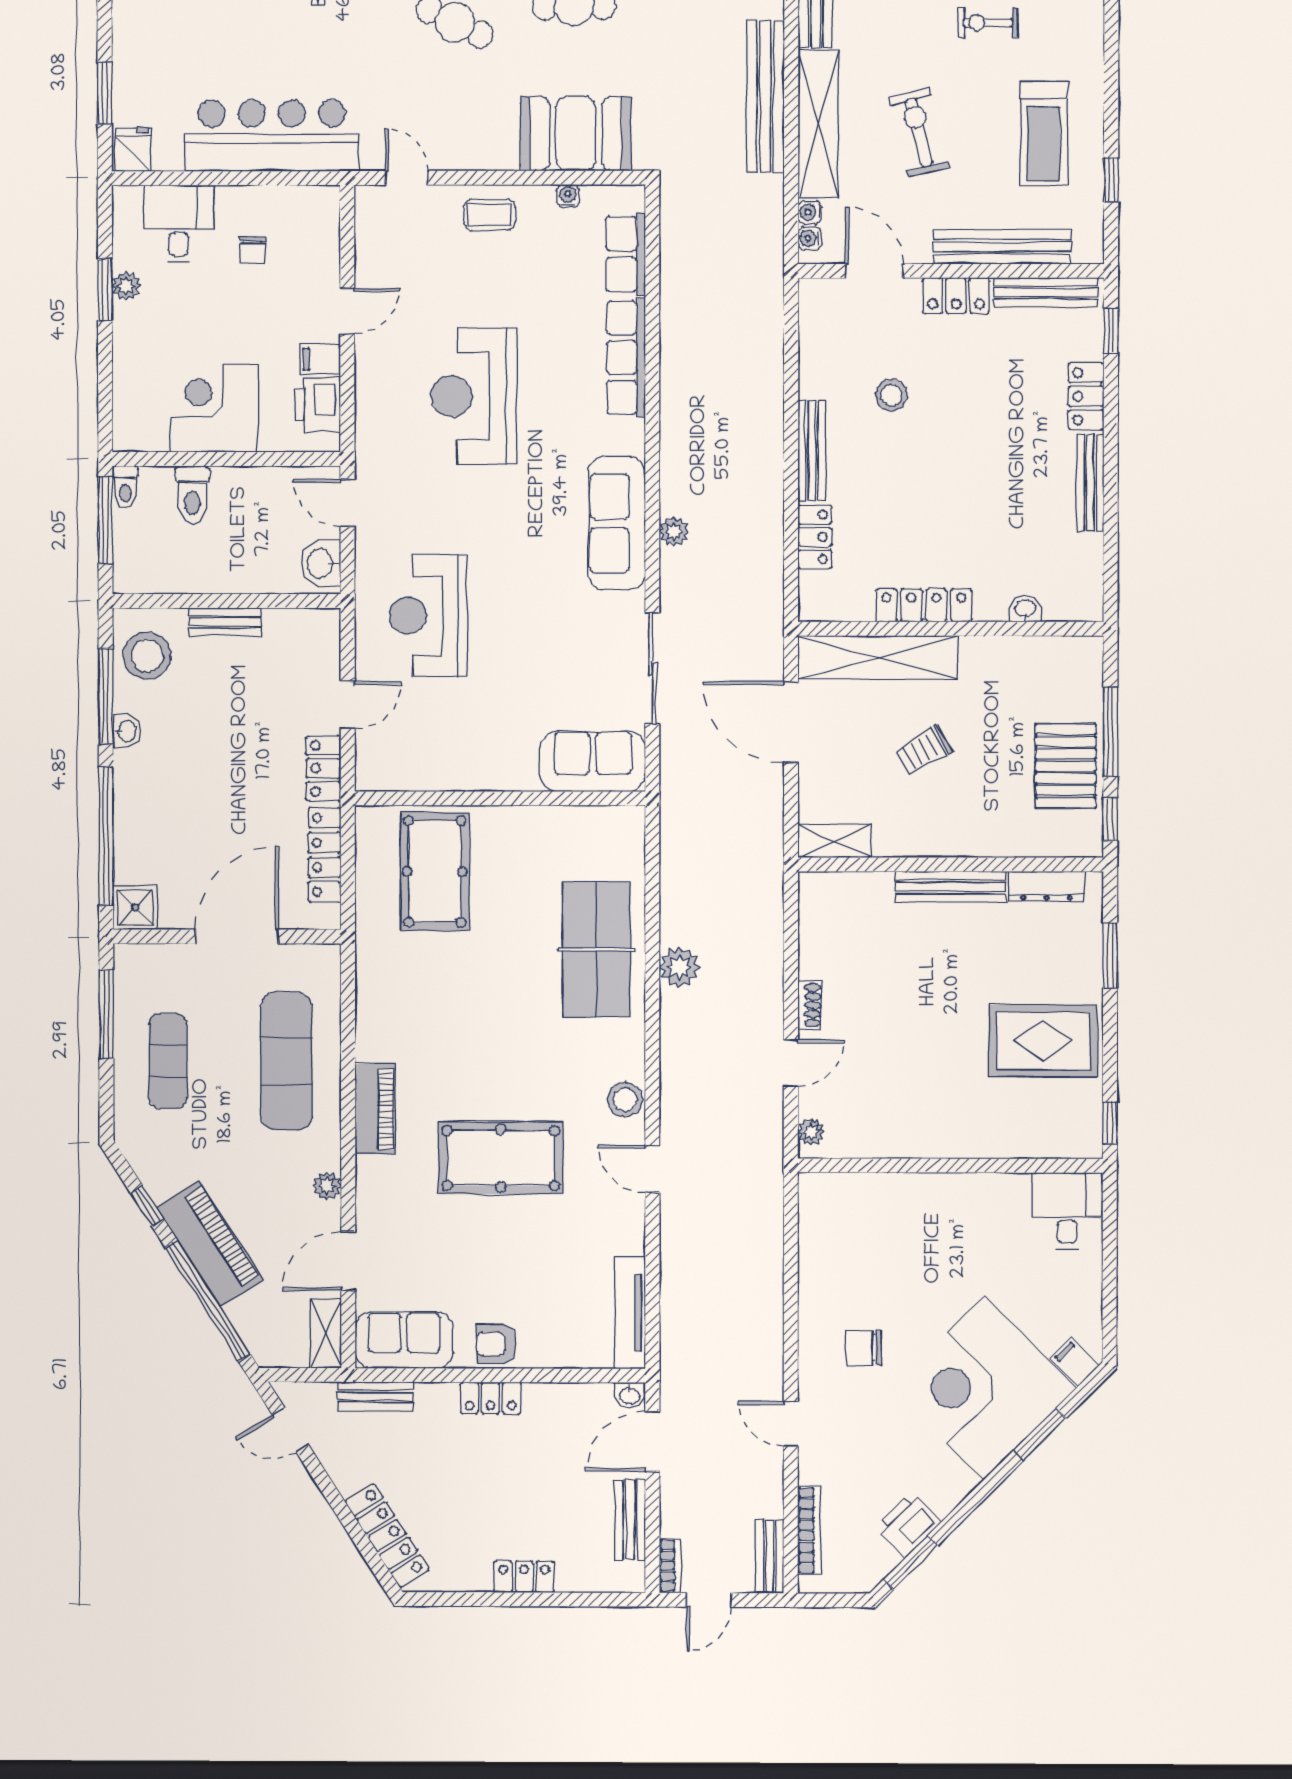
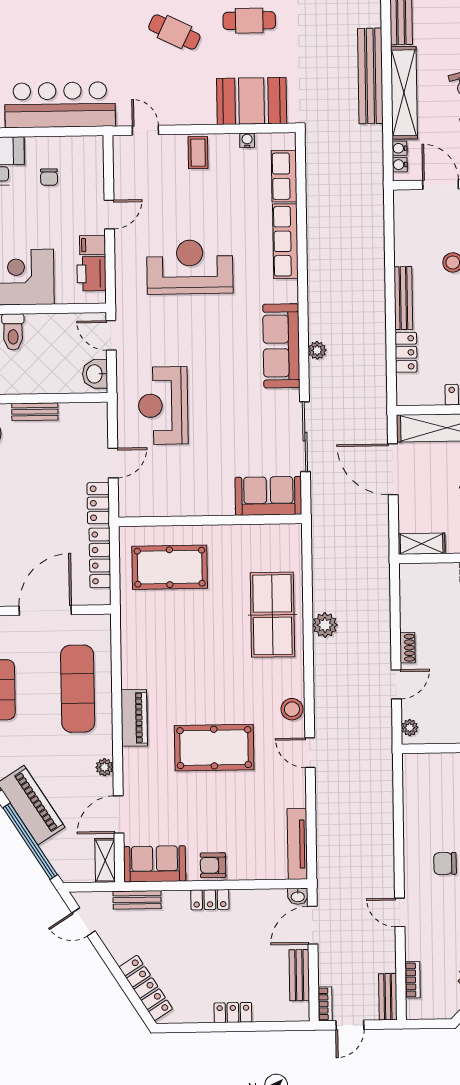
coffee table: (490, 215) -> (198, 153), turned 90
reception desk: (474, 396) -> (190, 267), turned 90
pool table: (435, 872) -> (170, 567), turned 90
bookcase: (809, 1530) -> (413, 980), width x0.64

